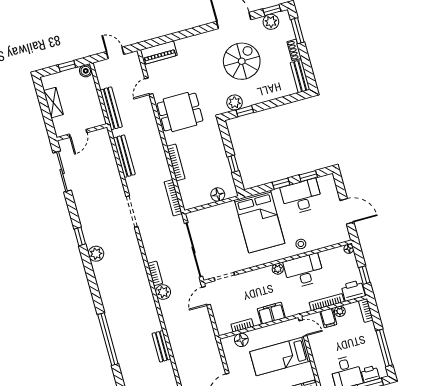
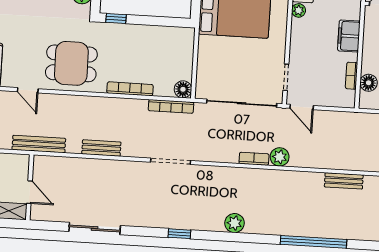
dining table: (180, 112) -> (71, 63), turned 90
wall: (82, 132) -> (30, 187), moved
door: (78, 133) -> (29, 192), moved
bench: (124, 156) -> (101, 148), width x0.73
window: (233, 164) -> (116, 19), moved
floor lamp: (218, 195) -> (183, 89), moved
plant: (96, 254) -> (234, 223), moved

